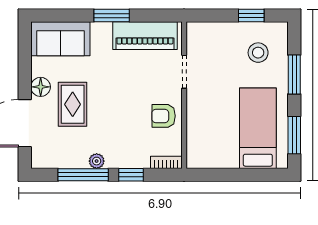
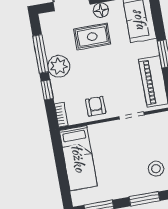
bed: (258, 128) -> (78, 158), moved, turned 90
plant: (97, 161) -> (59, 66), width x1.88, depth x1.88

